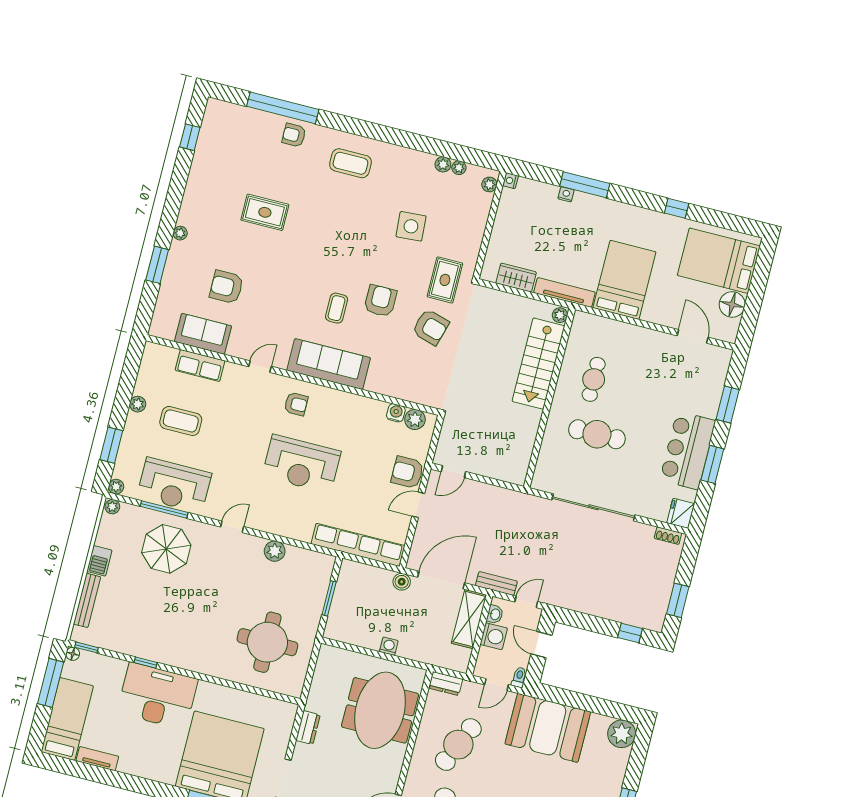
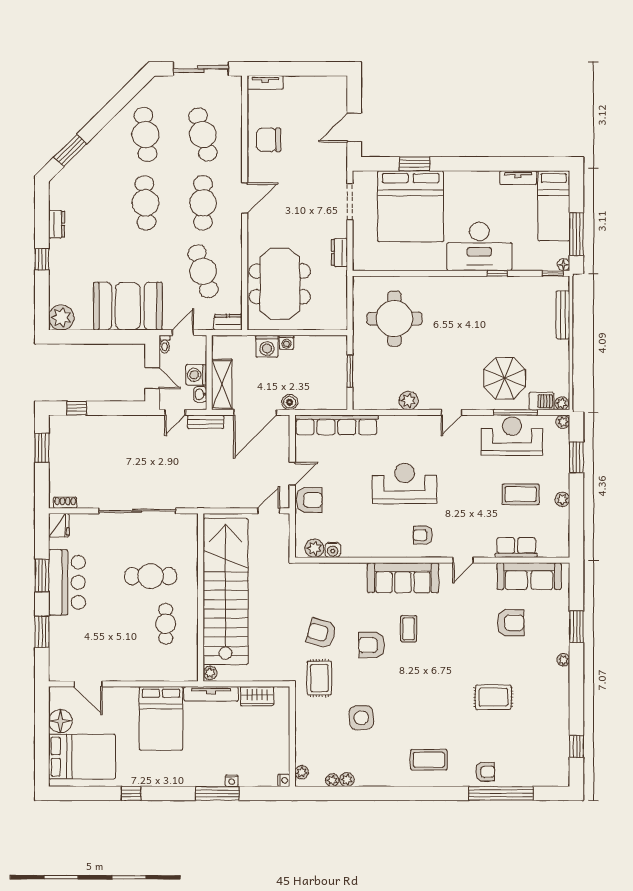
armchair: (380, 301) -> (372, 645), turned 90
sofa: (203, 334) -> (529, 576), width x1.36
stairs: (538, 364) -> (225, 592), width x1.86, depth x1.51
barbecue: (99, 561) -> (541, 401), moved, turned 90
washing machine: (411, 647) -> (267, 346), added
cafe table: (458, 745) -> (203, 271), turned -42

